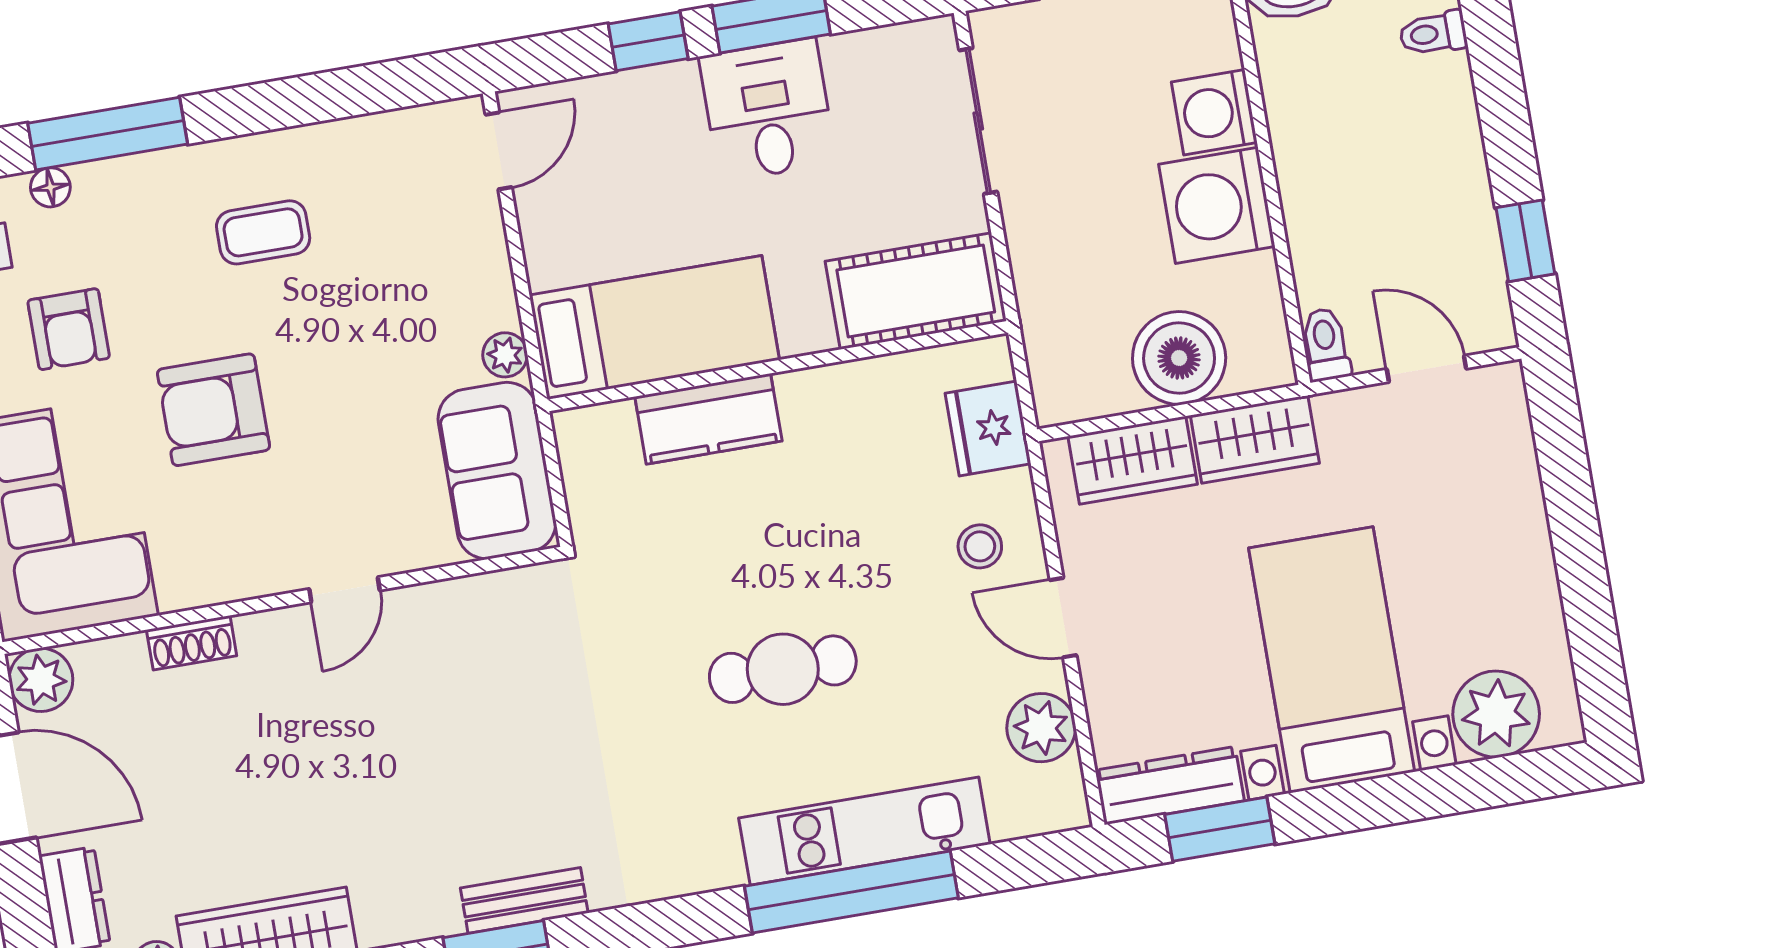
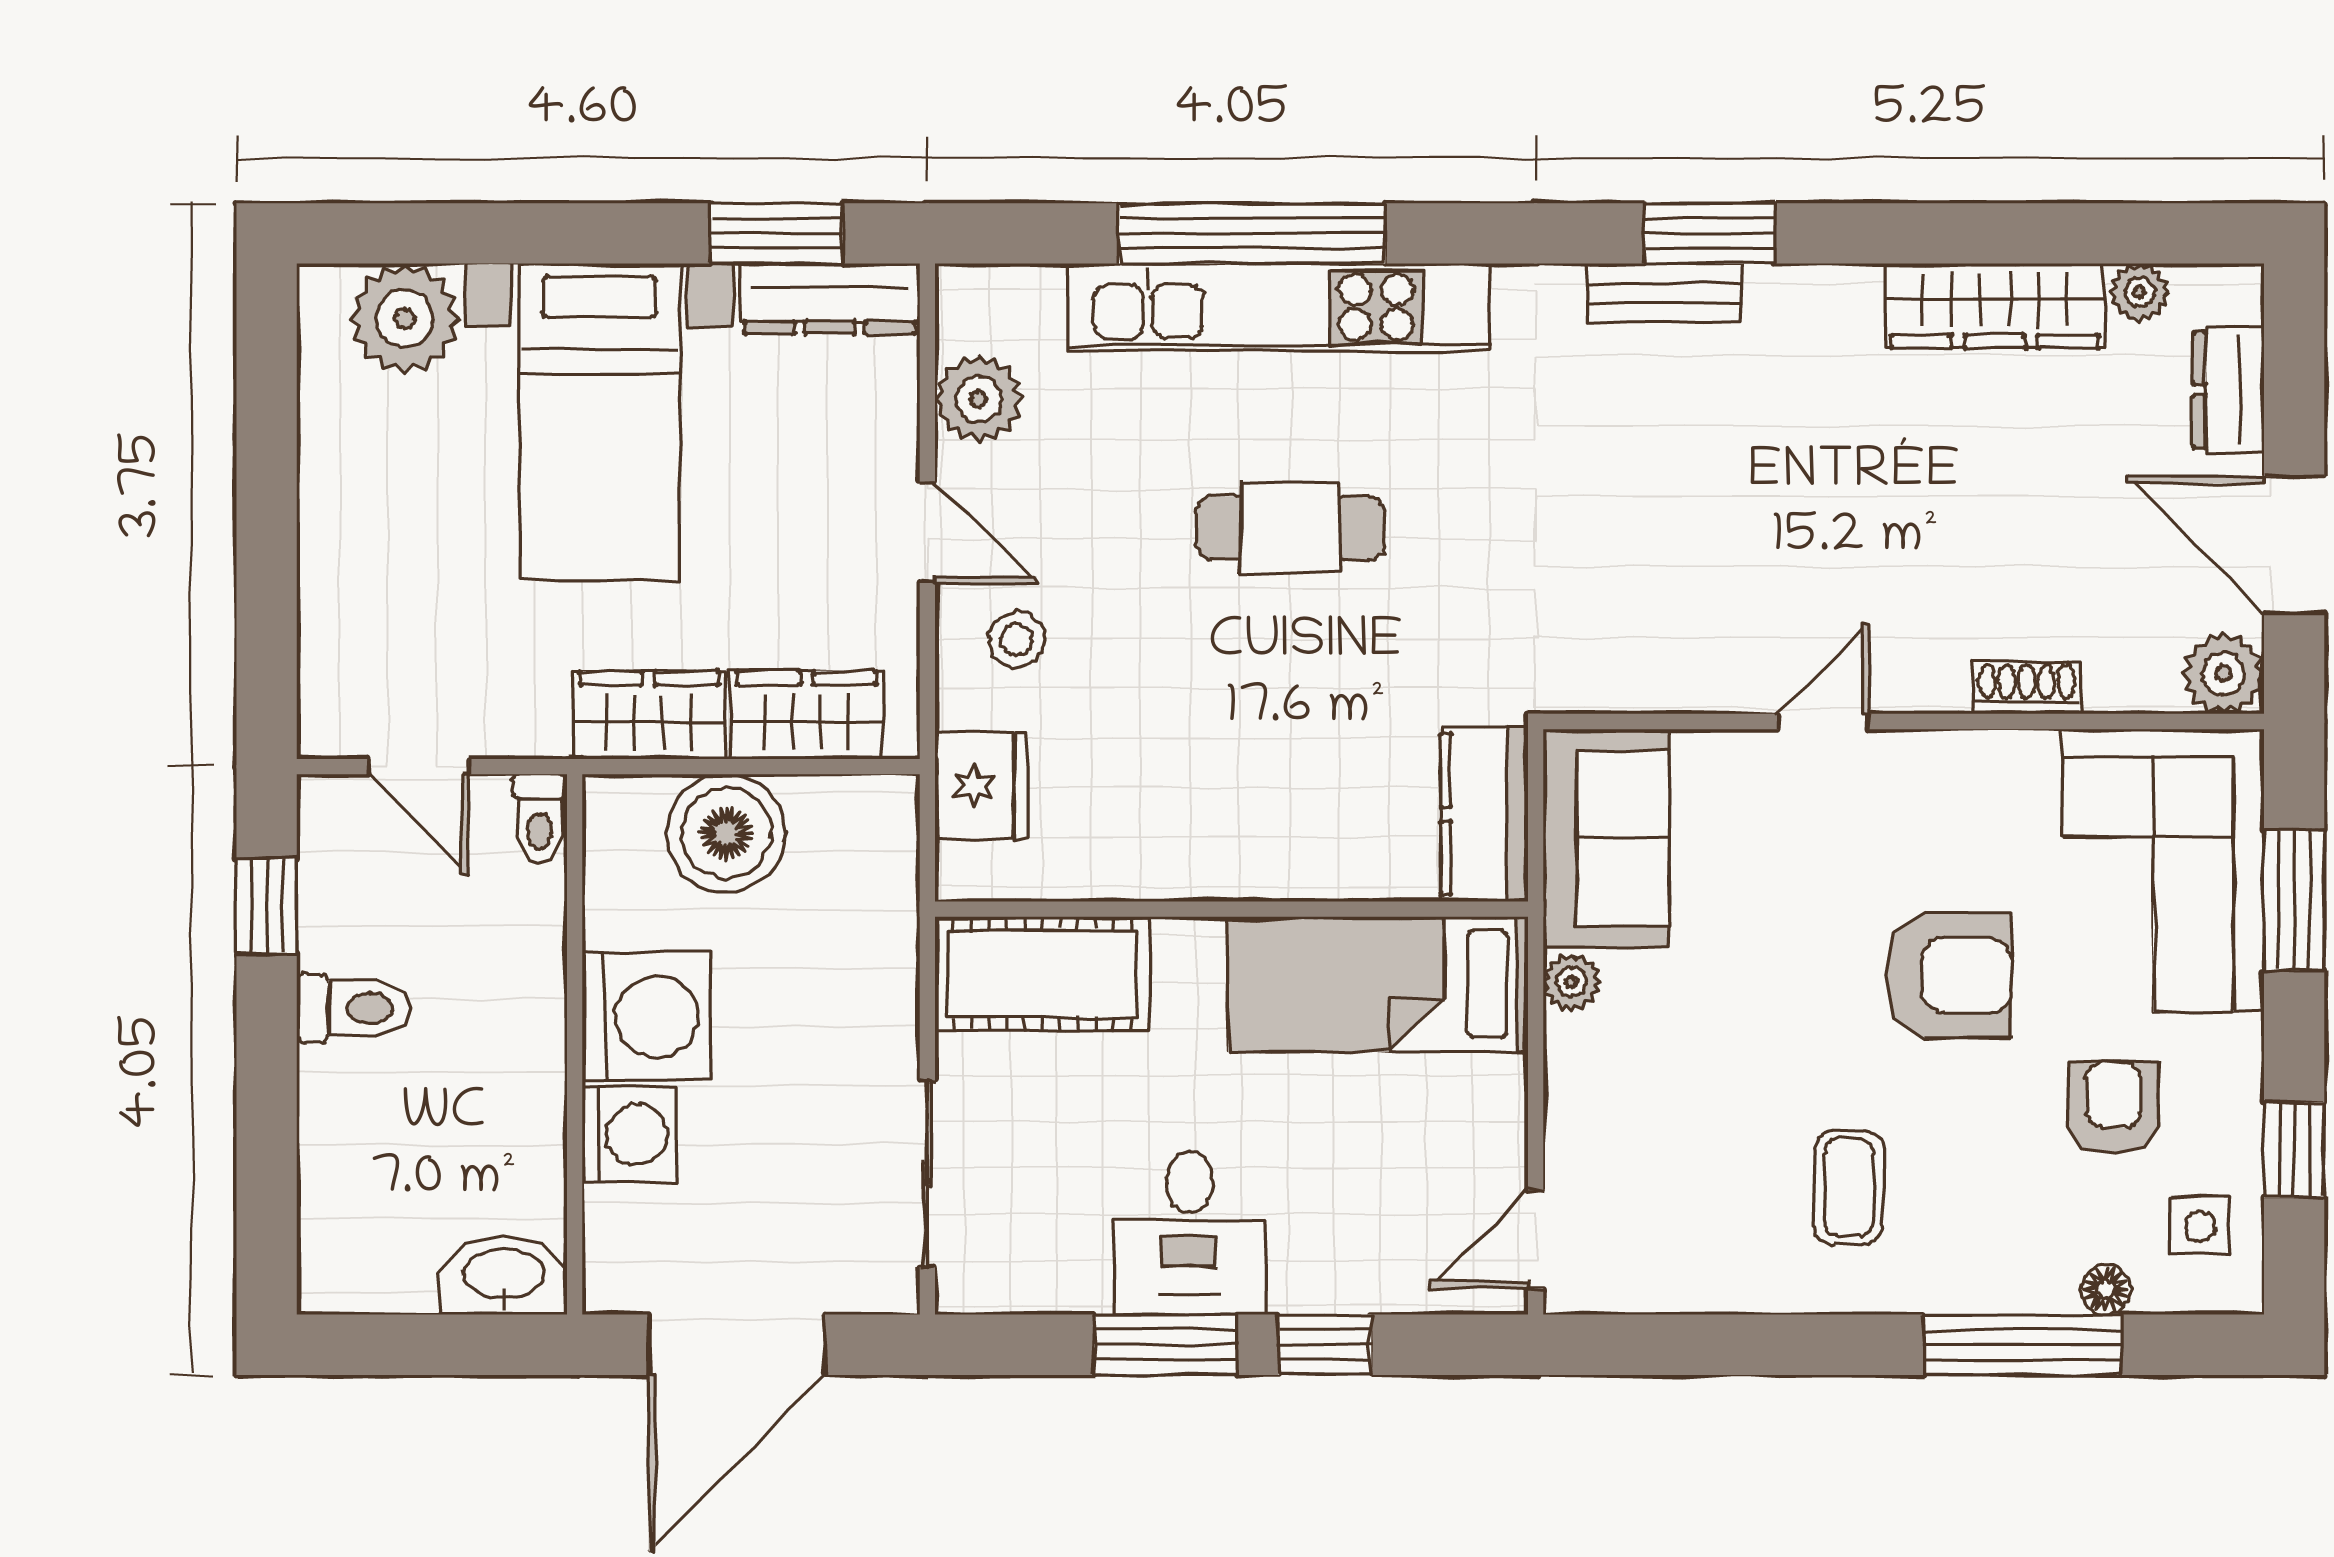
toilet: (1433, 33) -> (354, 1008), moved, width x1.37, depth x1.39
coffee table: (263, 232) -> (1849, 1187), turned 90
kitchen counter: (708, 419) -> (1484, 814), moved, turned -90
kitchen unit: (864, 831) -> (1279, 307), width x1.36

